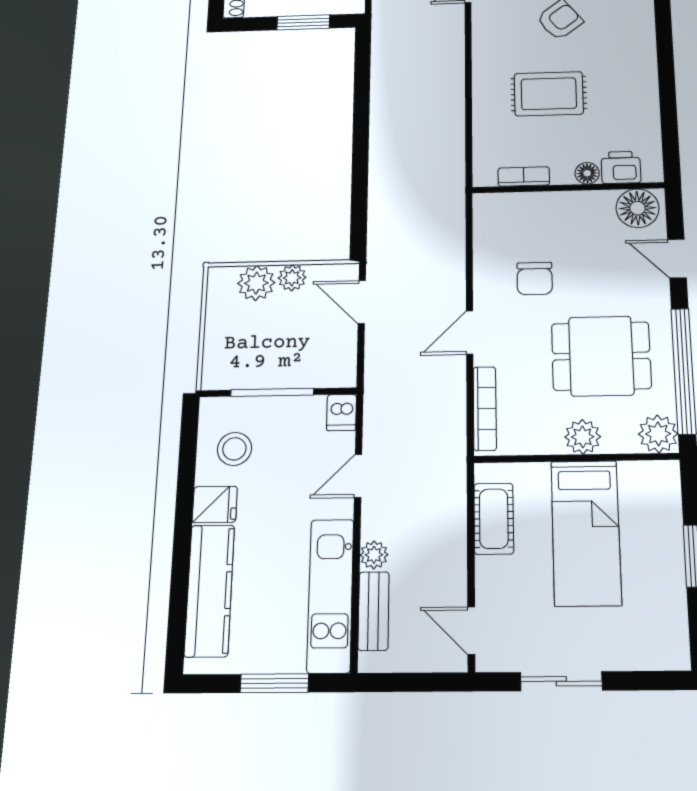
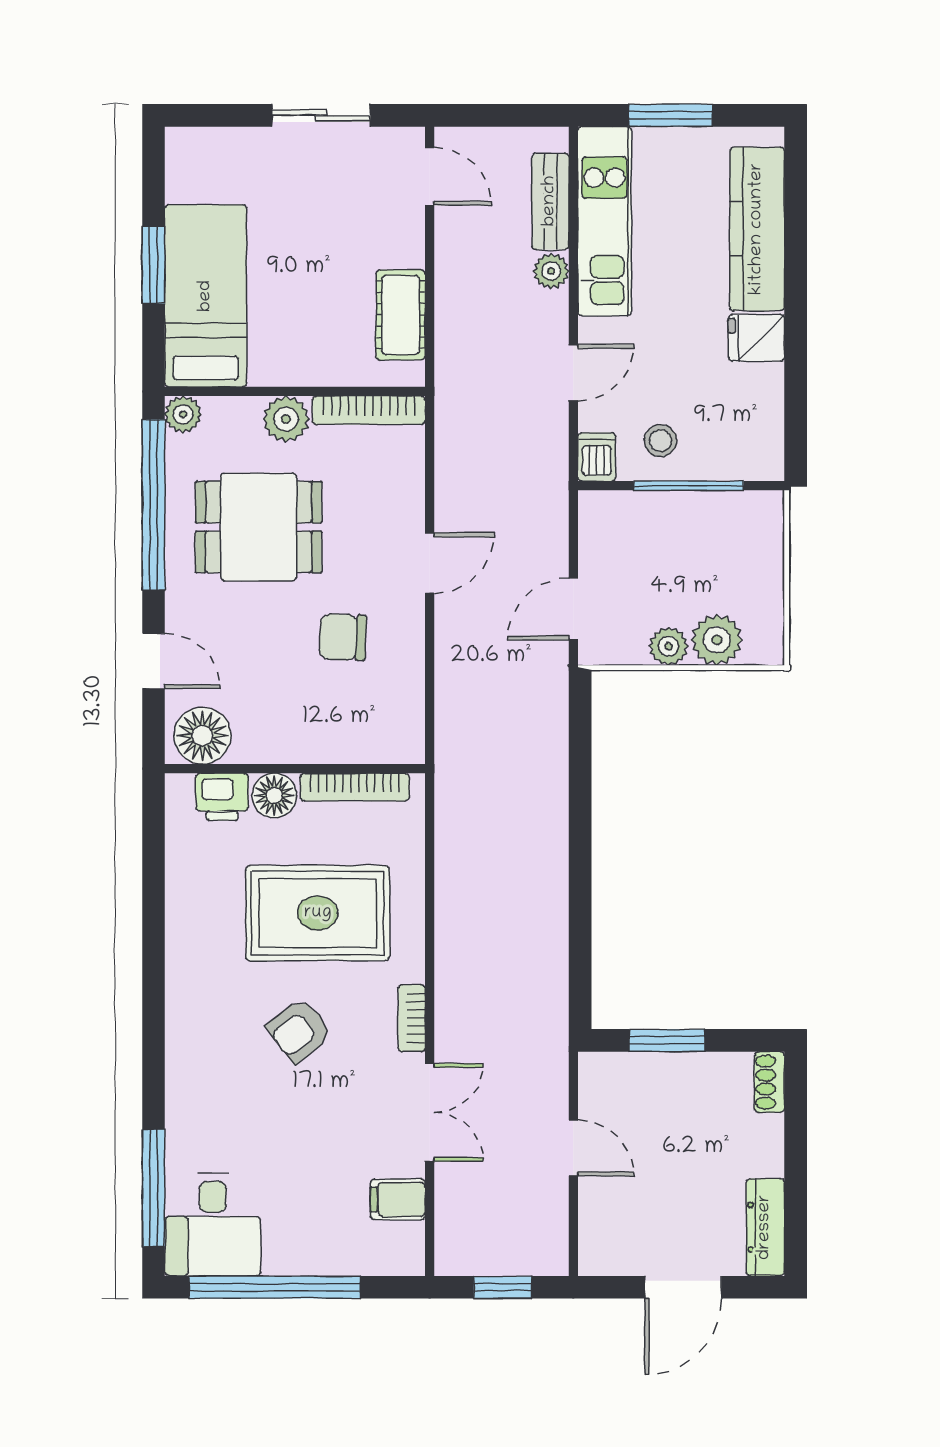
bookcase: (481, 30) -> (412, 1018), added
rug: (549, 94) -> (318, 913), width x1.36, depth x1.43
floor lamp: (587, 173) -> (274, 795), width x1.37, depth x1.37
bookcase: (524, 177) -> (355, 787), width x1.56
chair: (535, 279) -> (343, 637), turned -88
door: (362, 302) -> (573, 609), swing flipped
bookcase: (485, 408) -> (369, 410), moved, turned -90
plant: (658, 434) -> (183, 414), width x0.73, depth x0.73
stool: (234, 449) -> (660, 441), moved, width x0.73, depth x0.73
bed: (586, 532) -> (206, 296), moved

